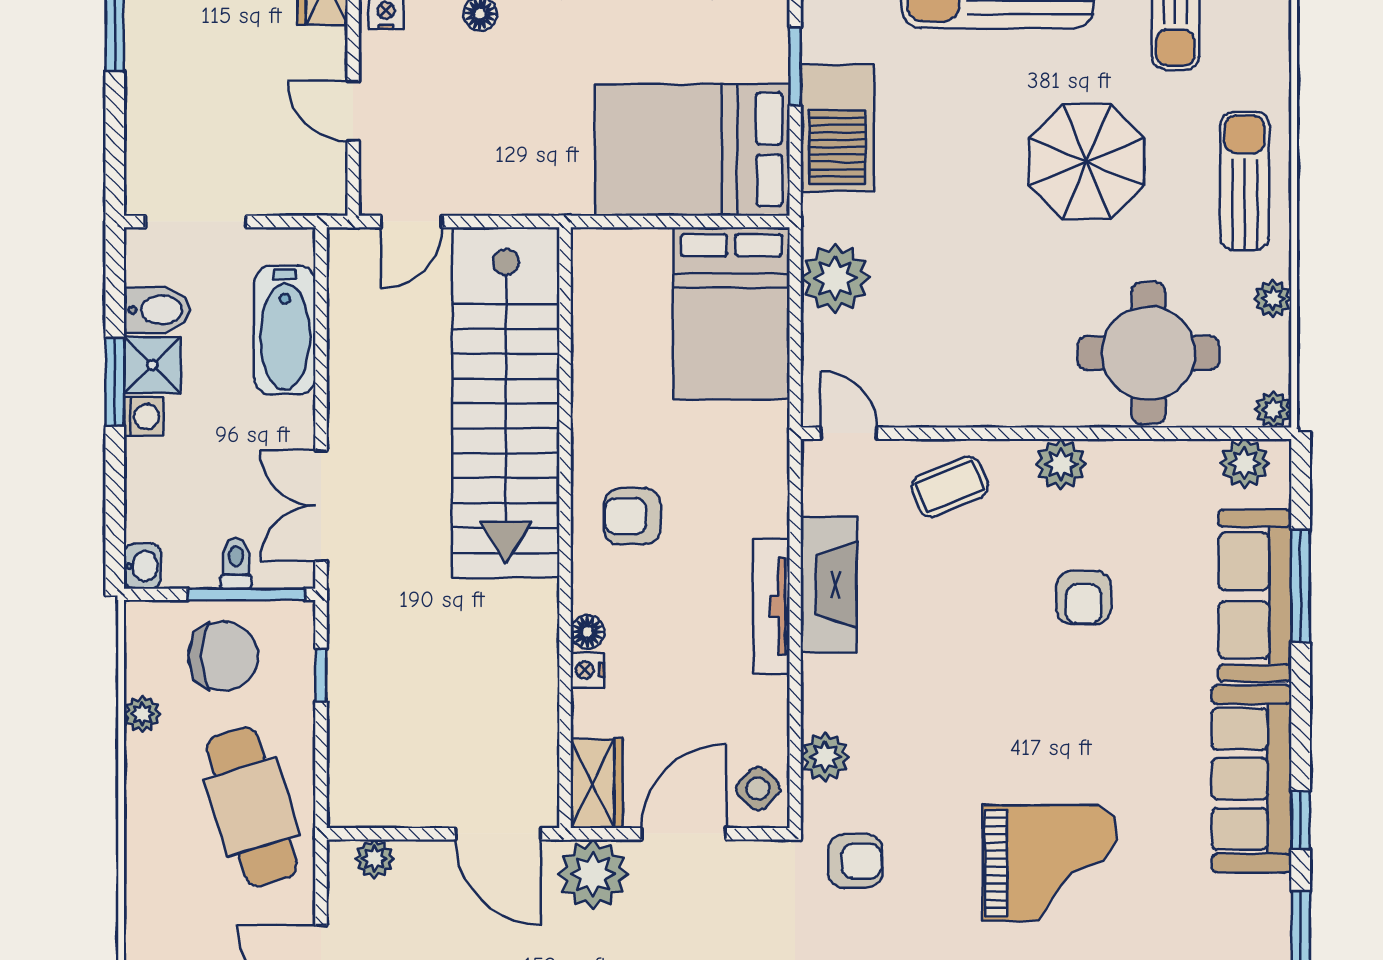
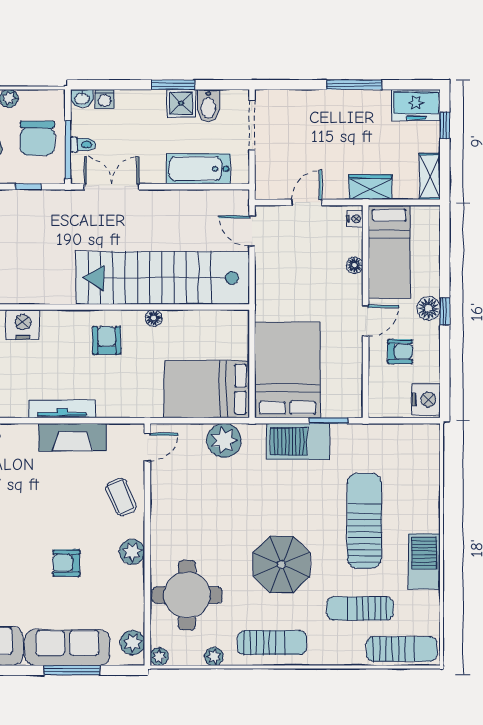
washing machine: (143, 416) -> (105, 99), moved
floor lamp: (587, 632) -> (154, 318), moved
nightstand: (587, 670) -> (23, 325), width x1.89, depth x1.79

